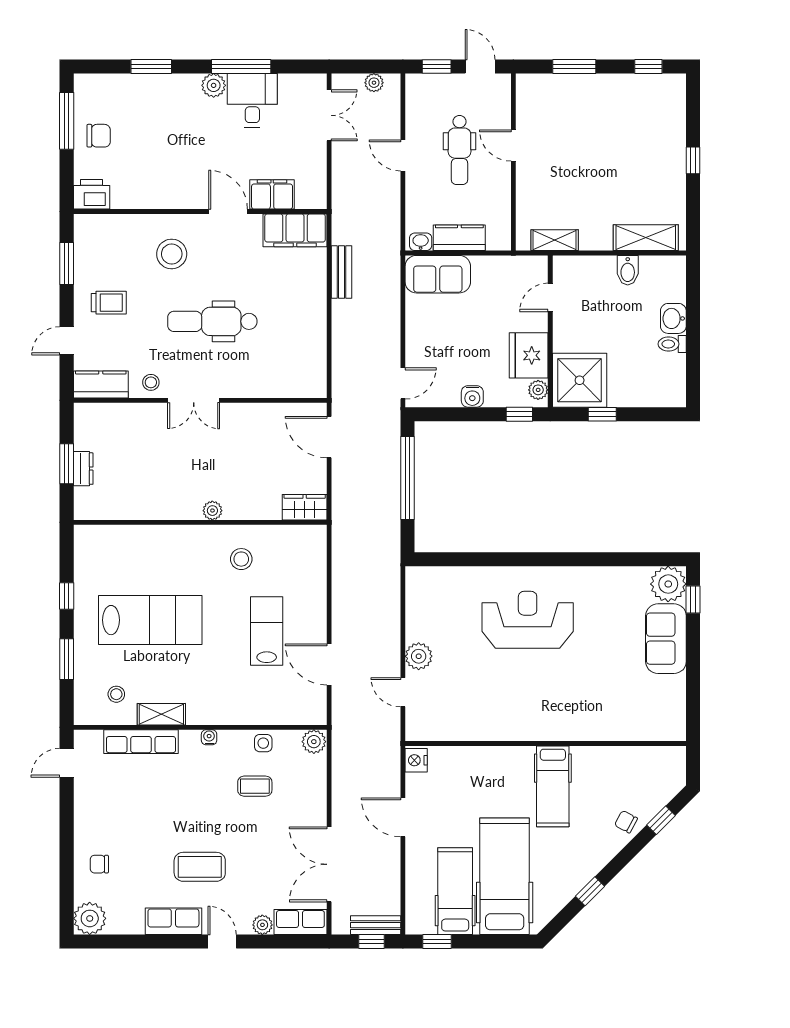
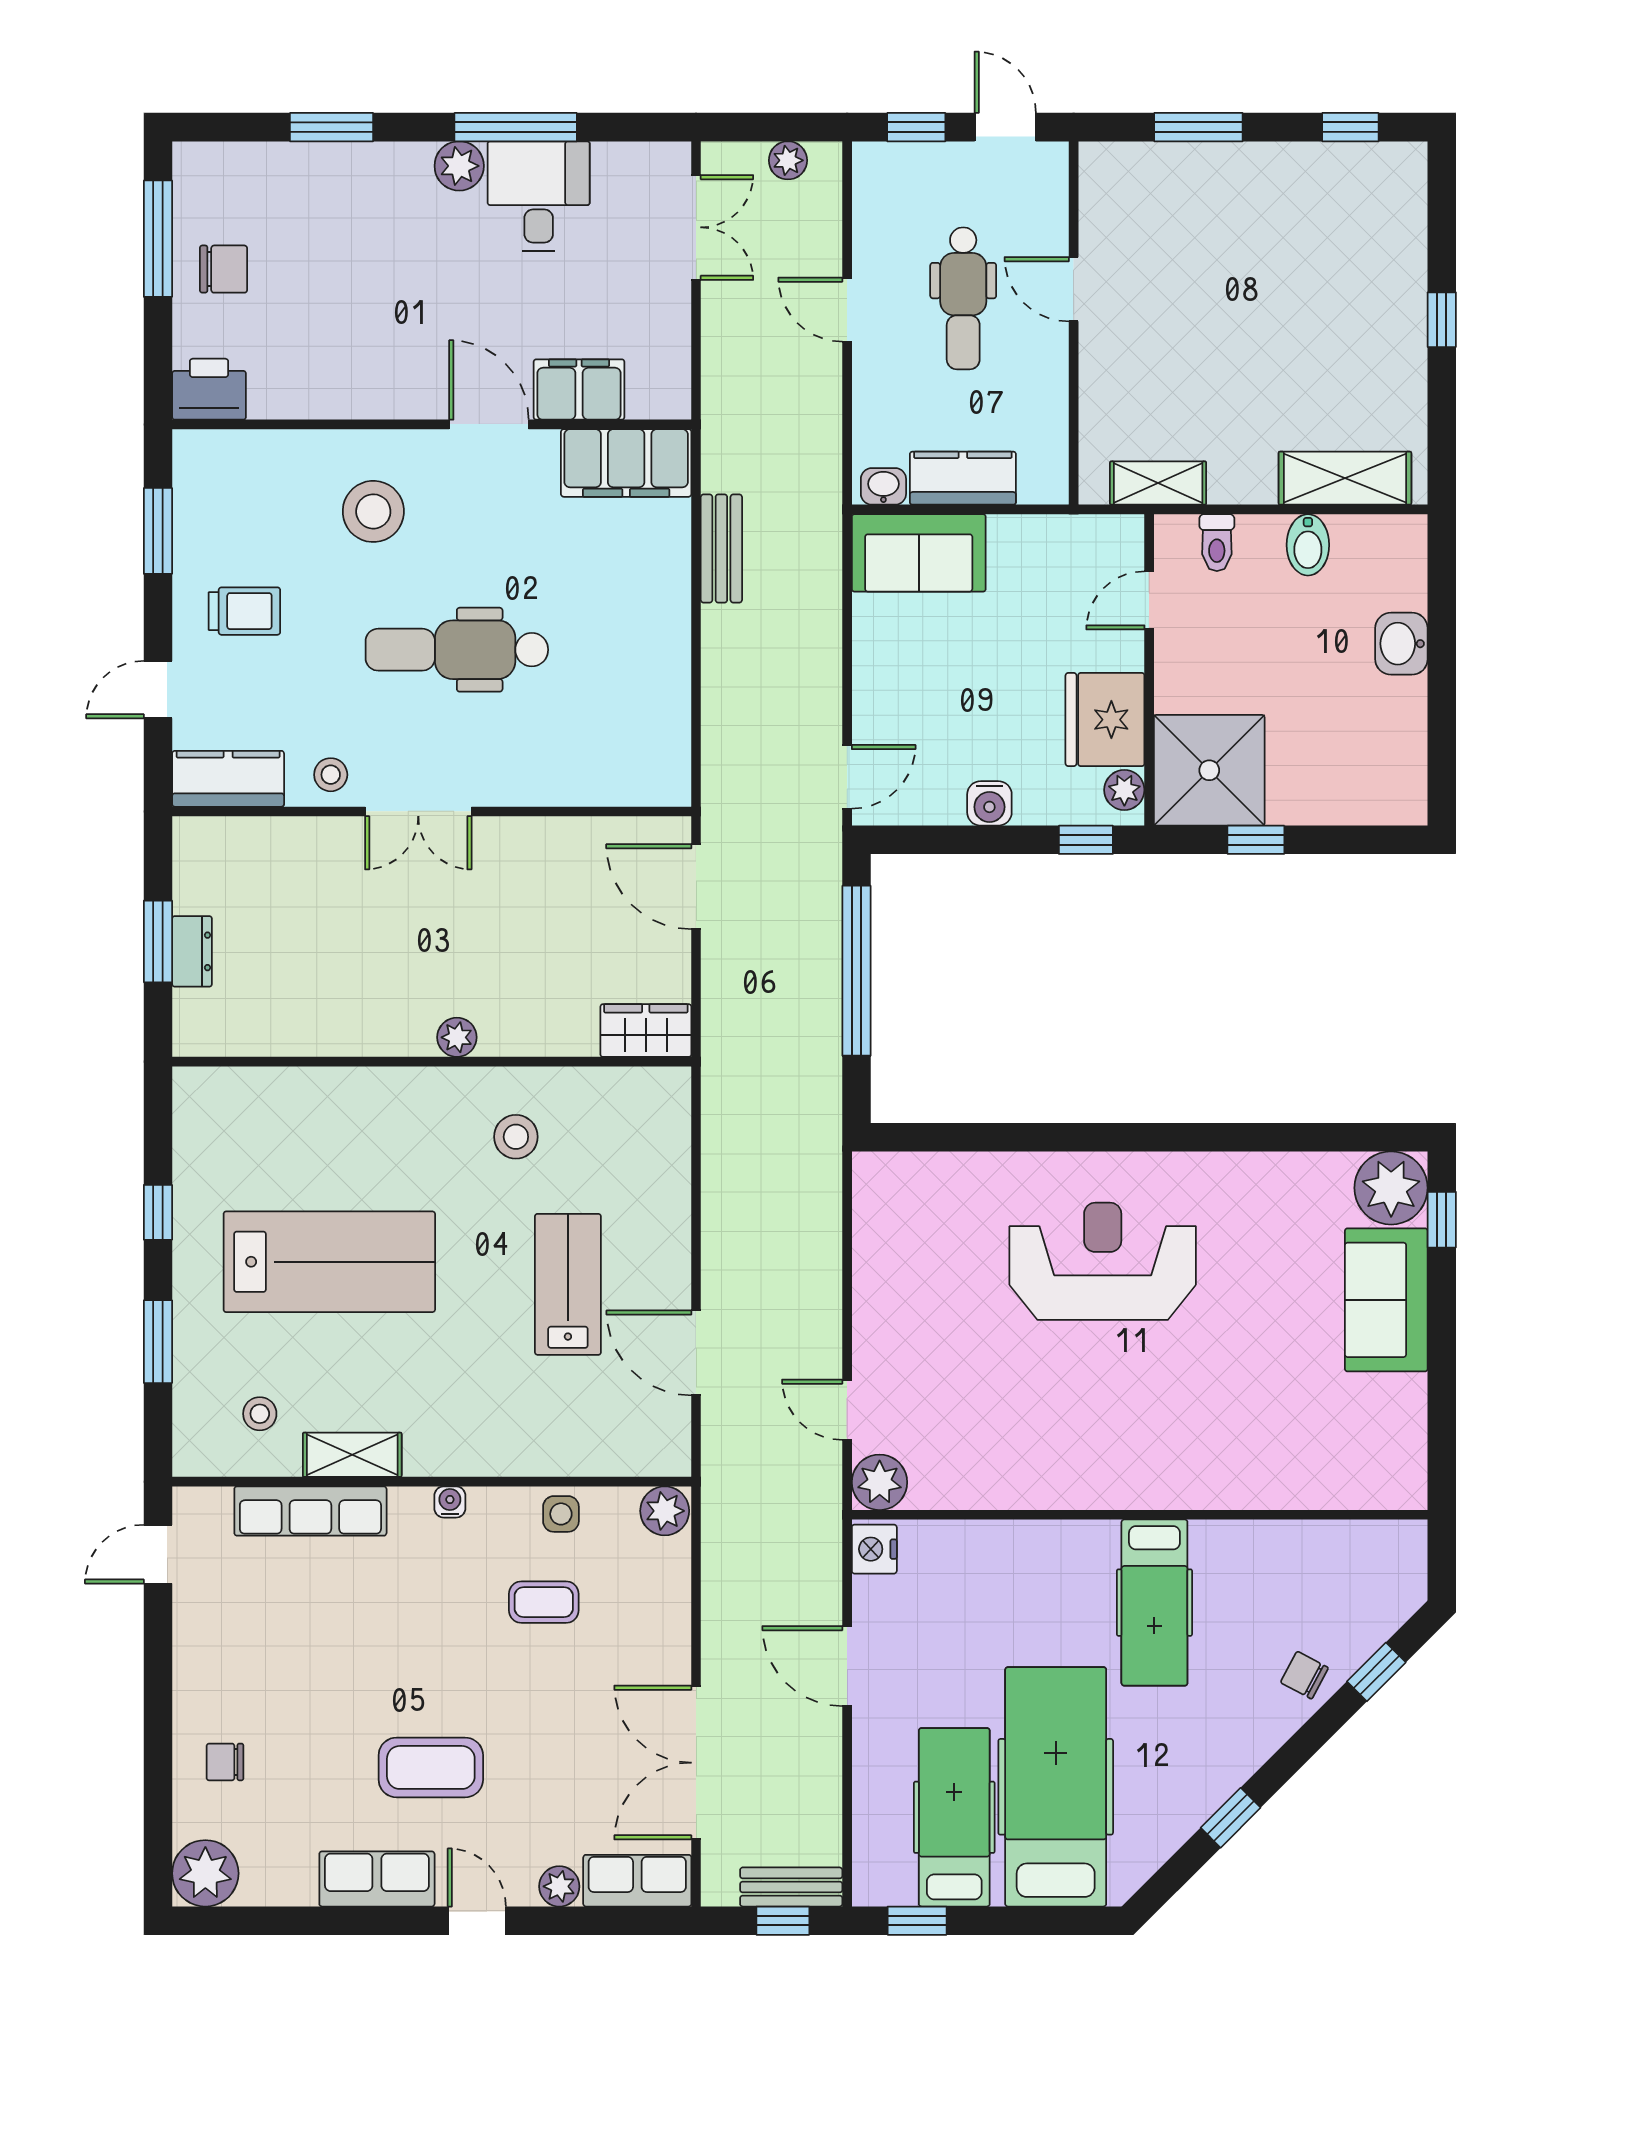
toilet: (672, 344) -> (1217, 543), moved, turned -90
plant: (419, 656) -> (880, 1482), moved

